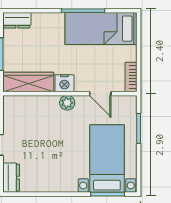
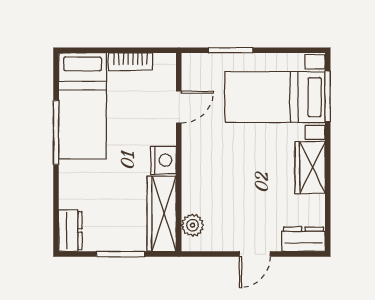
bookcase: (131, 77) -> (130, 62), moved
plant: (67, 103) -> (193, 225), moved
wardrobe: (59, 182) -> (310, 168), added

